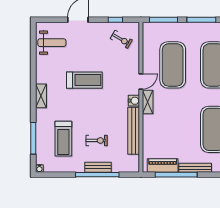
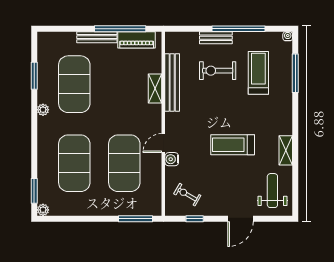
window: (201, 20) -> (89, 219), removed
weight bench: (52, 43) -> (272, 191), turned 90
shelving: (41, 96) -> (286, 150), moved
water cooler: (134, 101) -> (172, 159), moved
shelving: (148, 102) -> (155, 89), moved
exercise bike: (97, 140) -> (218, 71), width x1.38, depth x1.39
window: (97, 175) -> (238, 29), moved

